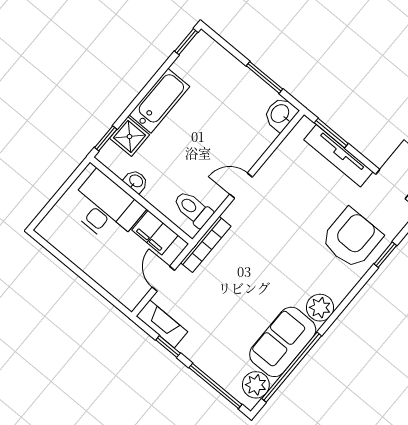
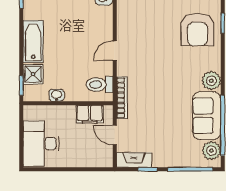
desk: (106, 208) -> (41, 144), moved, turned -90
armchair: (352, 238) -> (197, 29), turned 180

